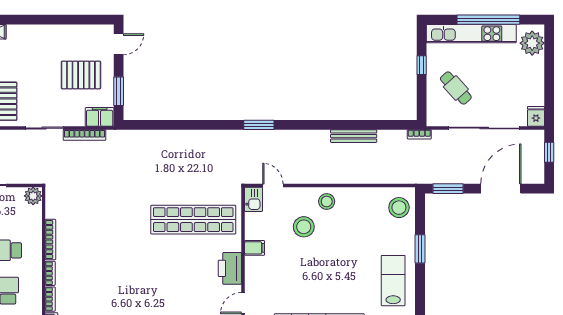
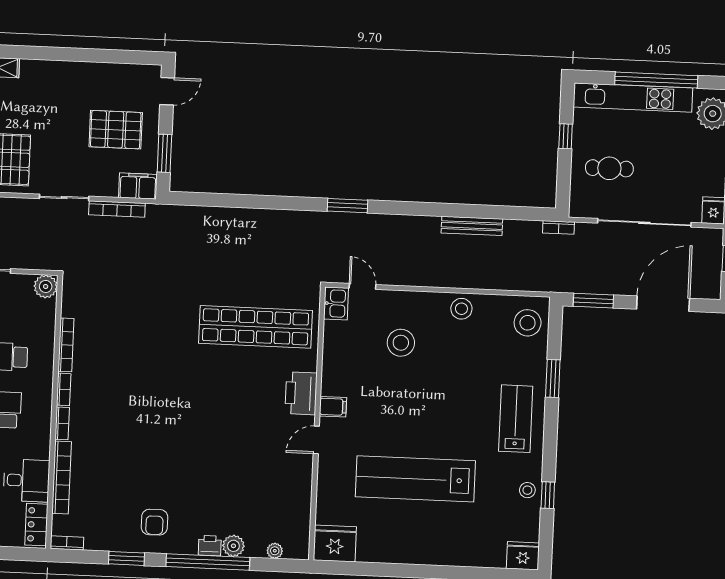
cafe table: (456, 88) -> (609, 168), turned -48
stool: (327, 201) -> (461, 309), moved
filing cabinet: (255, 248) -> (333, 407), moved

